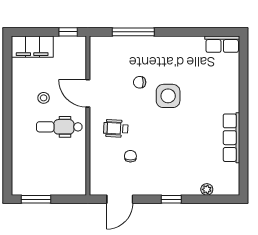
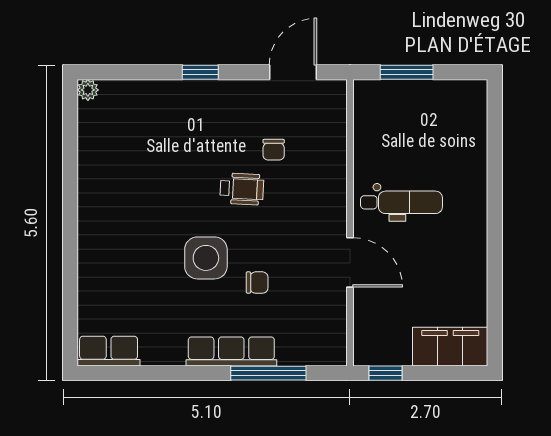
stool: (44, 98) -> (430, 254), removed
wheelchair: (116, 128) -> (242, 189), moved
row of seats: (232, 138) -> (231, 351), moved, turned -90
plant: (207, 189) -> (88, 90), moved
window: (36, 199) -> (407, 72), moved

